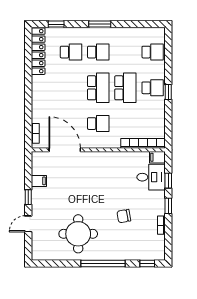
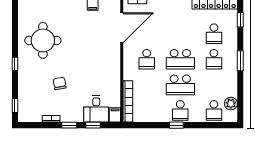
plant: (145, 34) -> (231, 104), added
window: (103, 263) -> (15, 64), width x0.32

